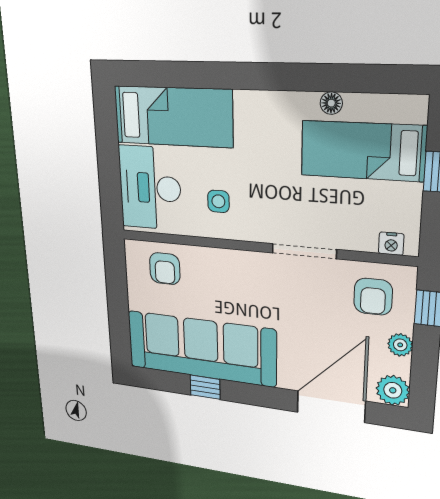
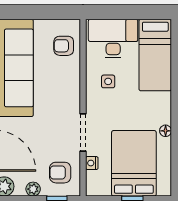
floor lamp: (331, 103) -> (166, 131), moved
bed: (363, 151) -> (134, 163), width x1.50
nightstand: (391, 244) -> (92, 163), moved

